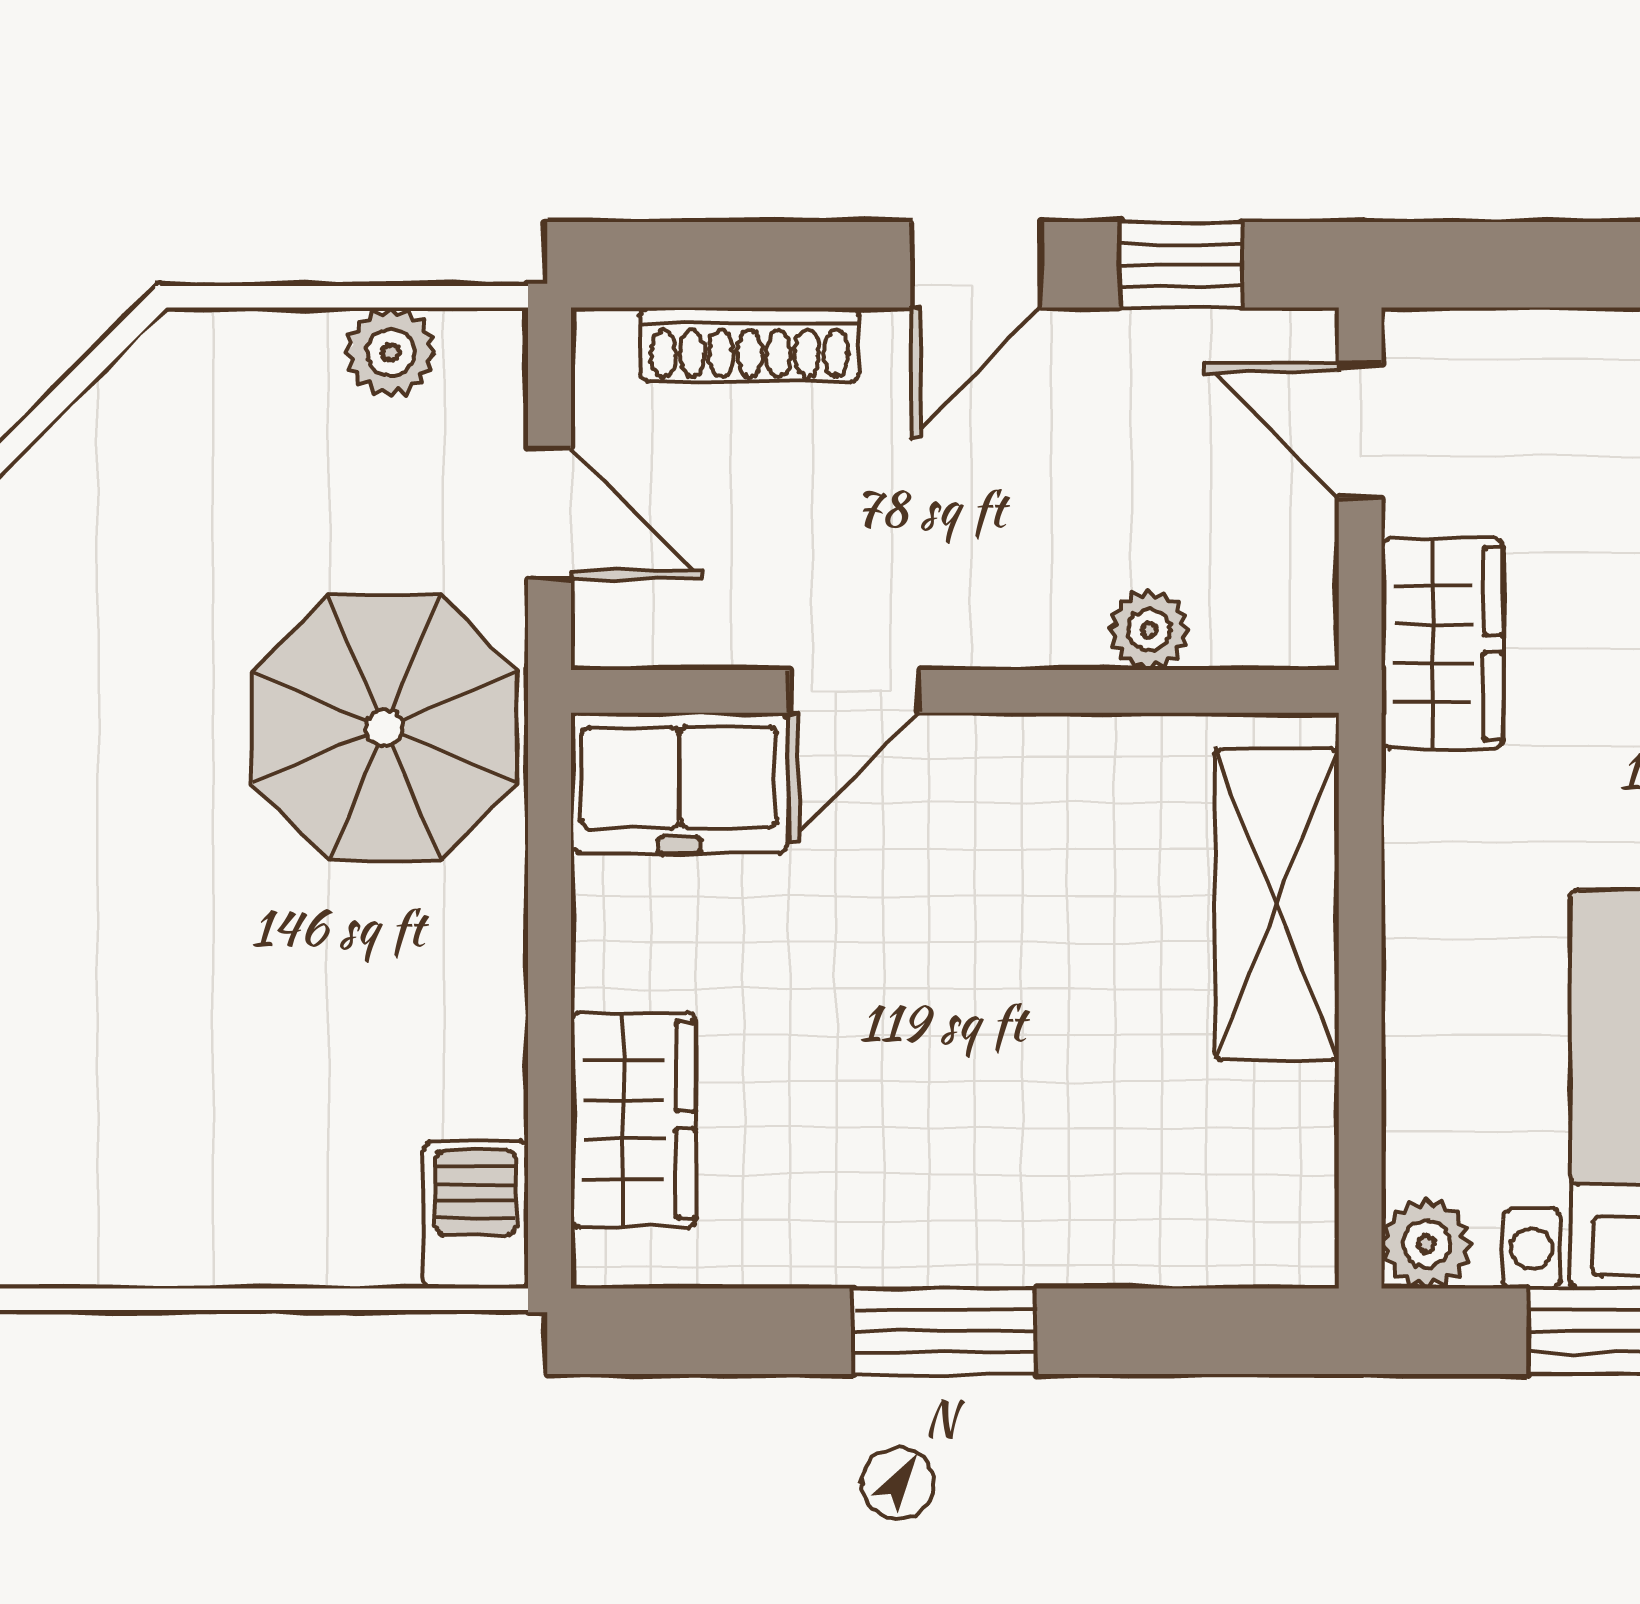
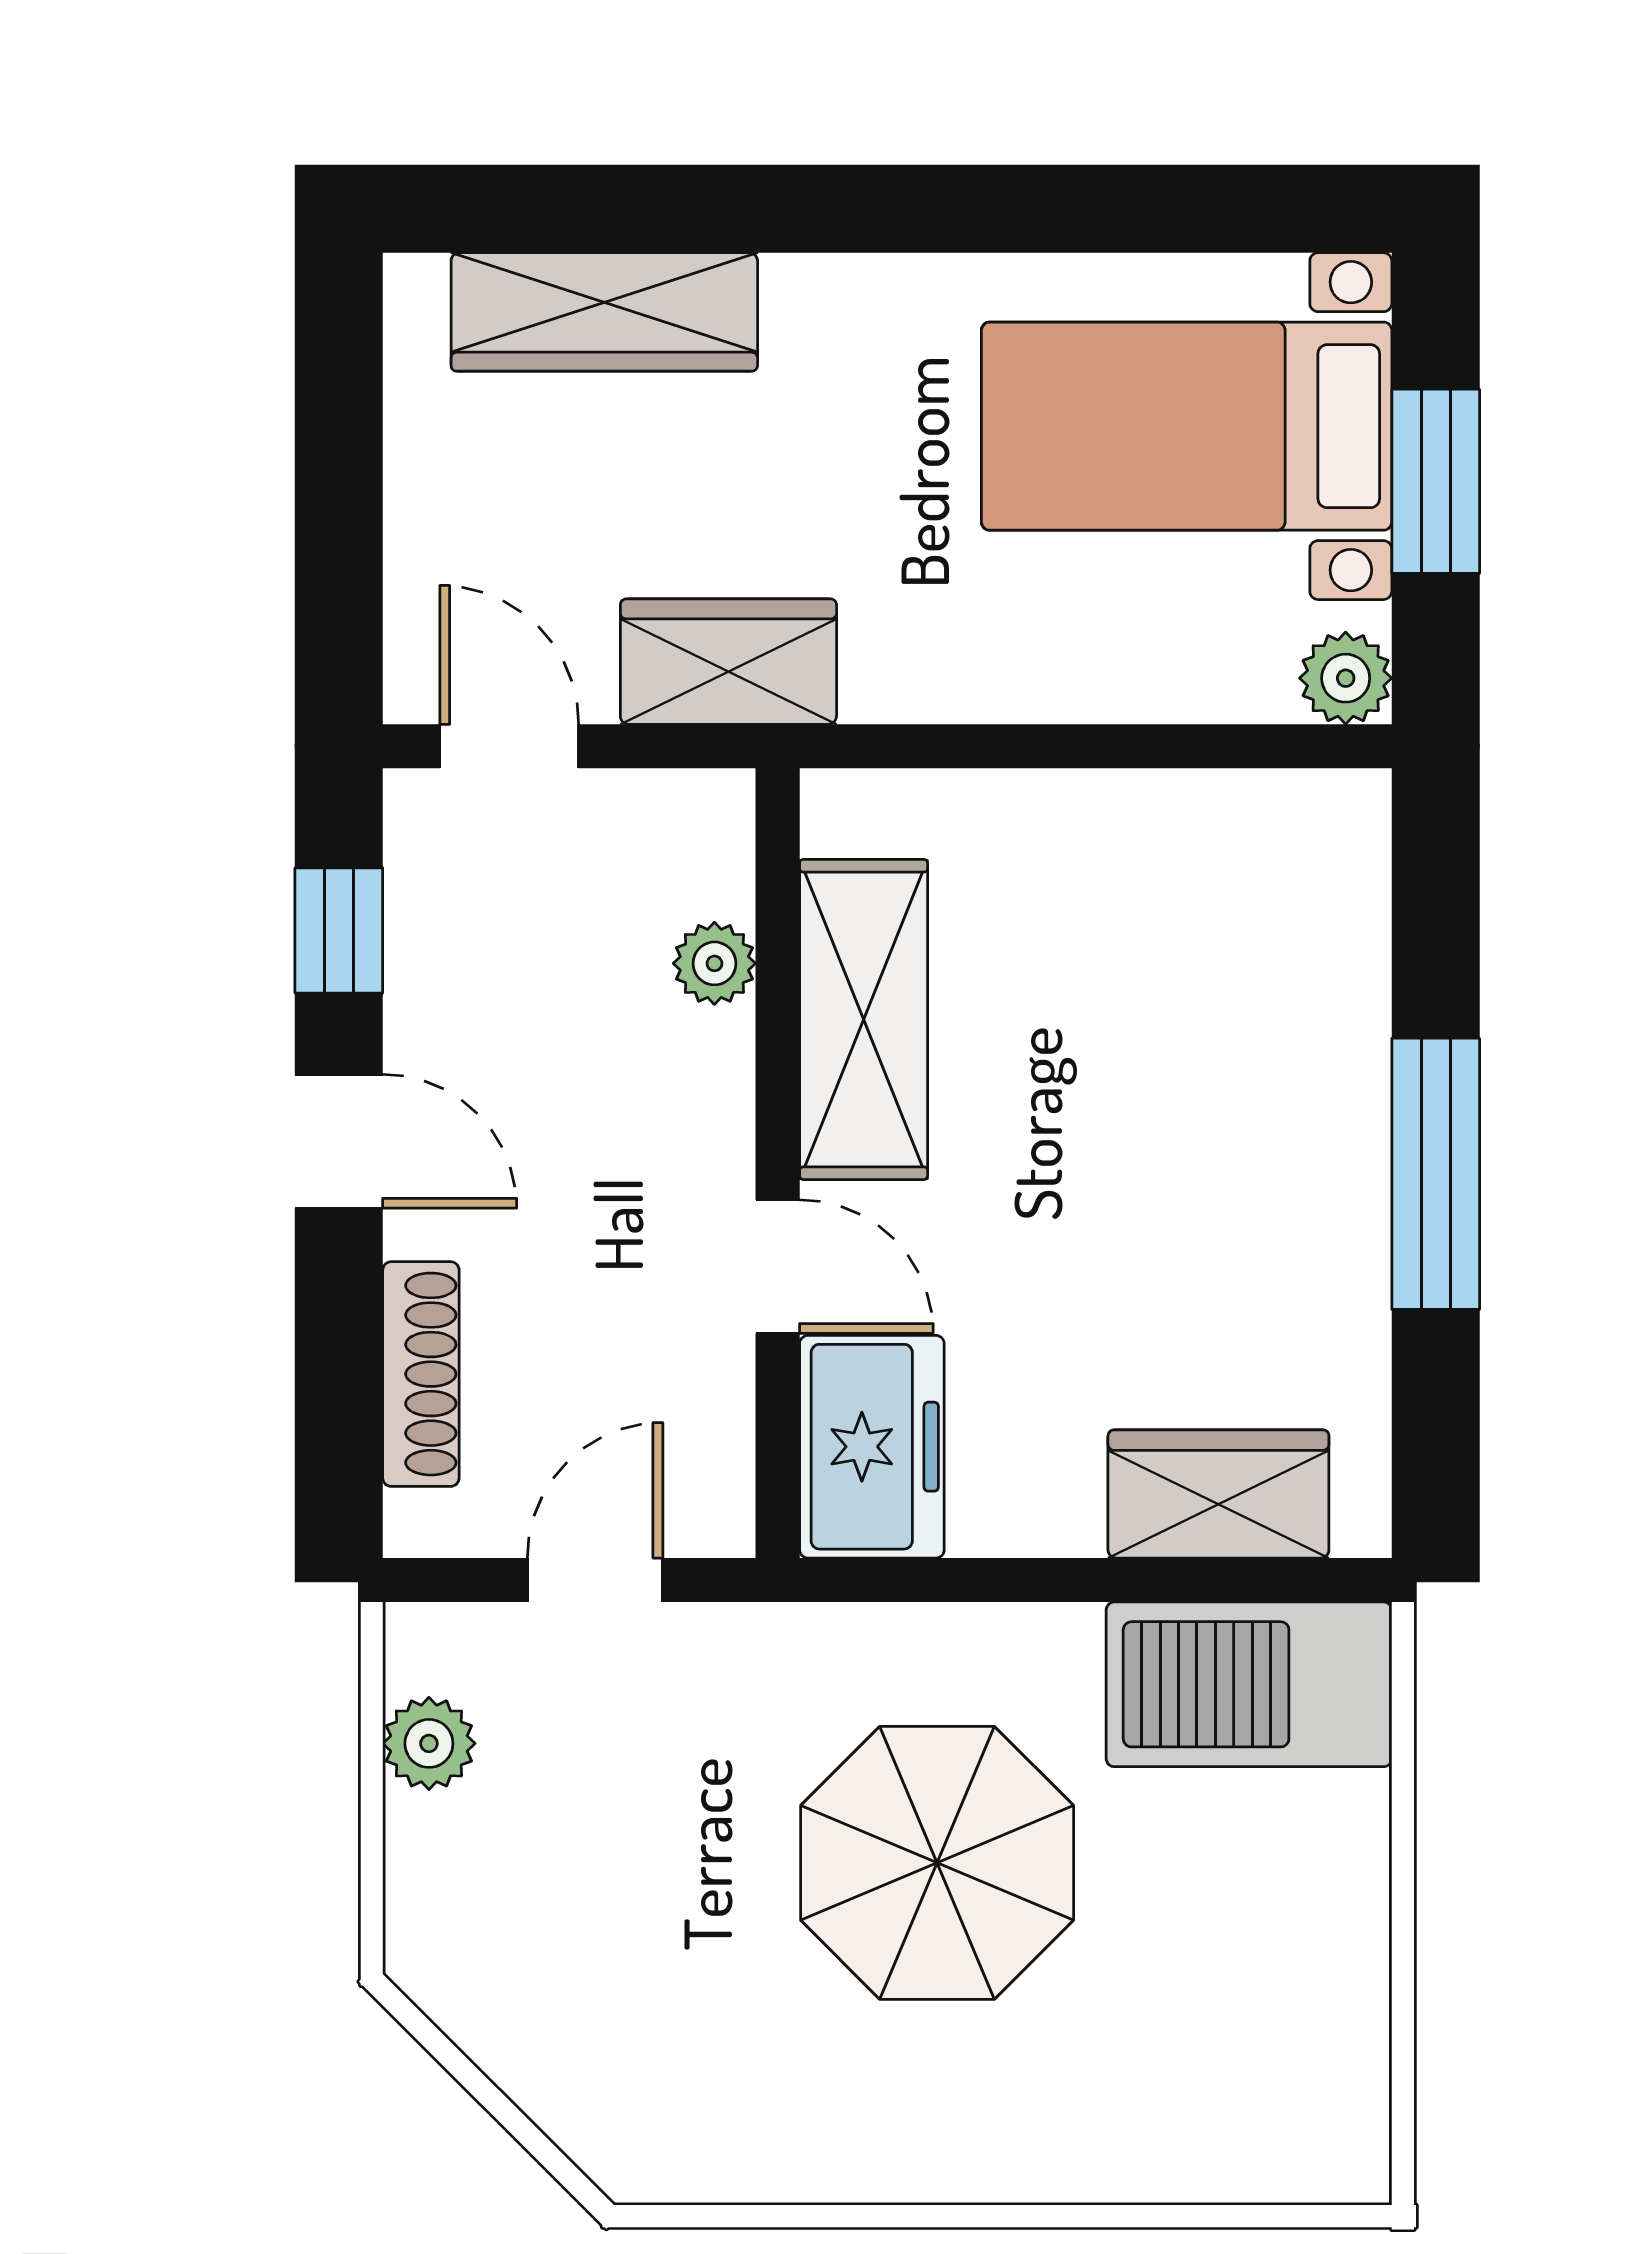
door: (1360, 430) -> (509, 746), swing flipped
parasol: (384, 728) -> (937, 1863), moved
shelving: (1277, 905) -> (864, 1019), moved, turned 90
barbecue: (476, 1215) -> (1249, 1684), width x1.88, depth x1.53
window: (944, 1331) -> (1436, 1174), width x1.44

